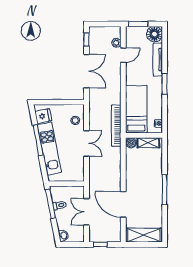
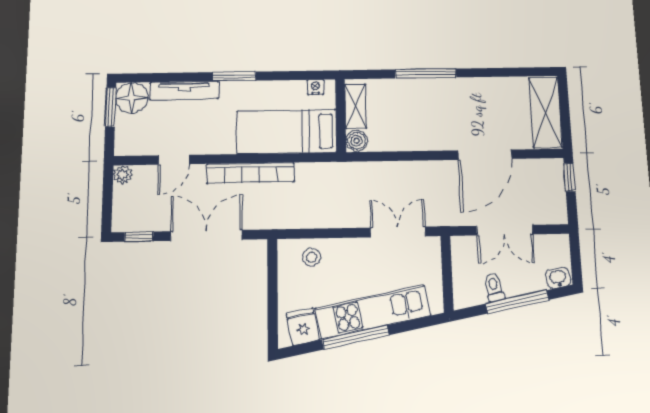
window: (138, 24) -> (111, 107), moved
plant: (116, 43) -> (123, 175), moved
door: (123, 55) -> (174, 160), swing flipped
bookcase: (116, 126) -> (250, 173), moved
double door: (86, 143) -> (398, 232), moved
window: (165, 190) -> (426, 73), moved
window: (50, 204) -> (517, 302), moved
window: (100, 245) -> (570, 177), moved

